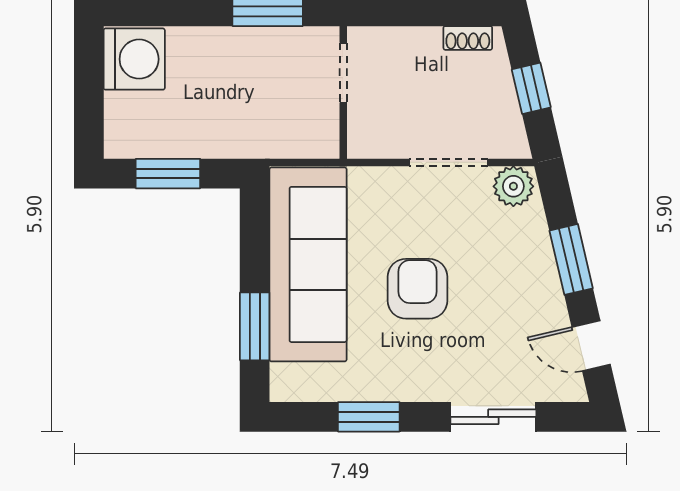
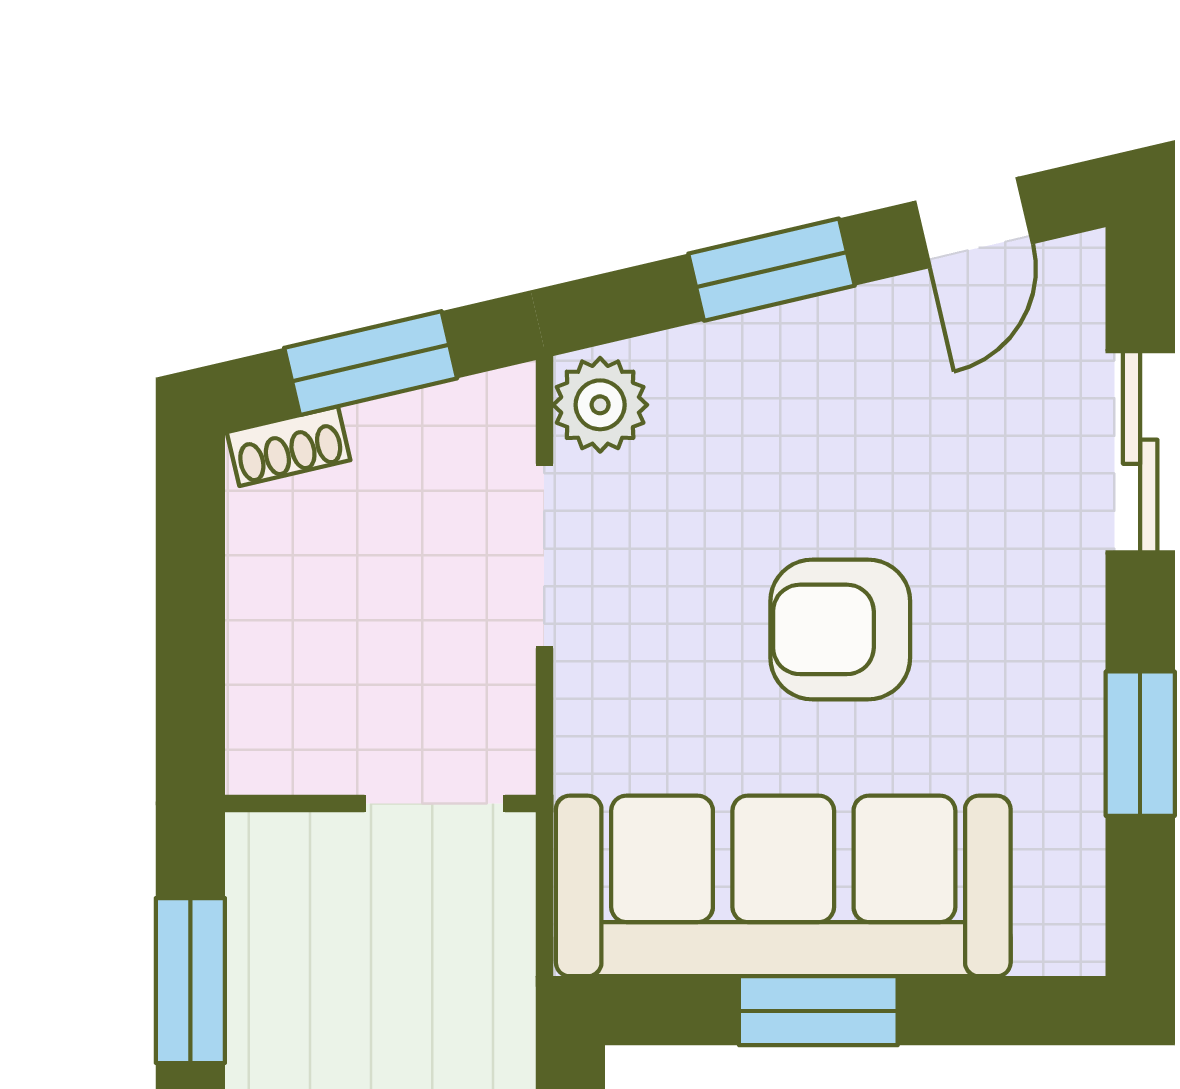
shoe rack: (468, 38) -> (289, 446), moved, turned 77
doorway: (343, 73) -> (435, 803), moved
window: (531, 88) -> (371, 363), width x1.50
window: (255, 326) -> (818, 1011), moved

